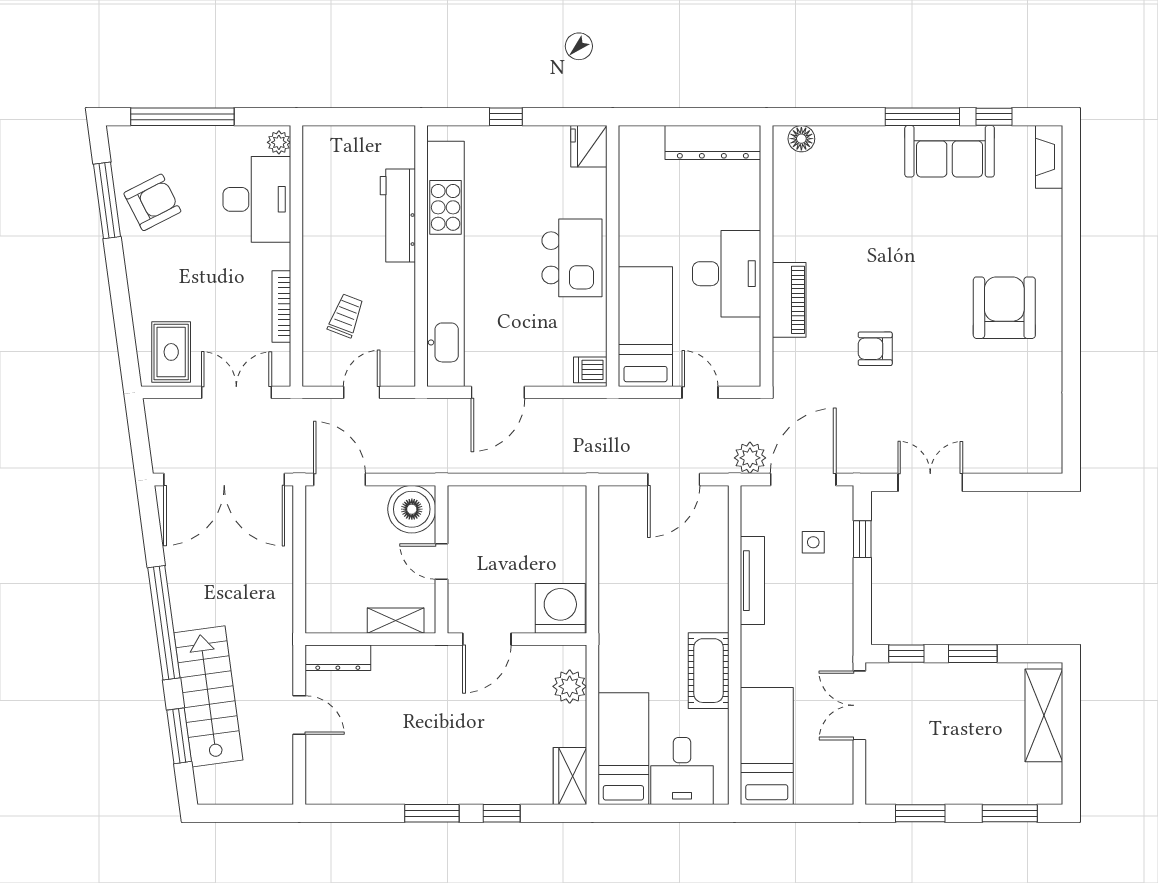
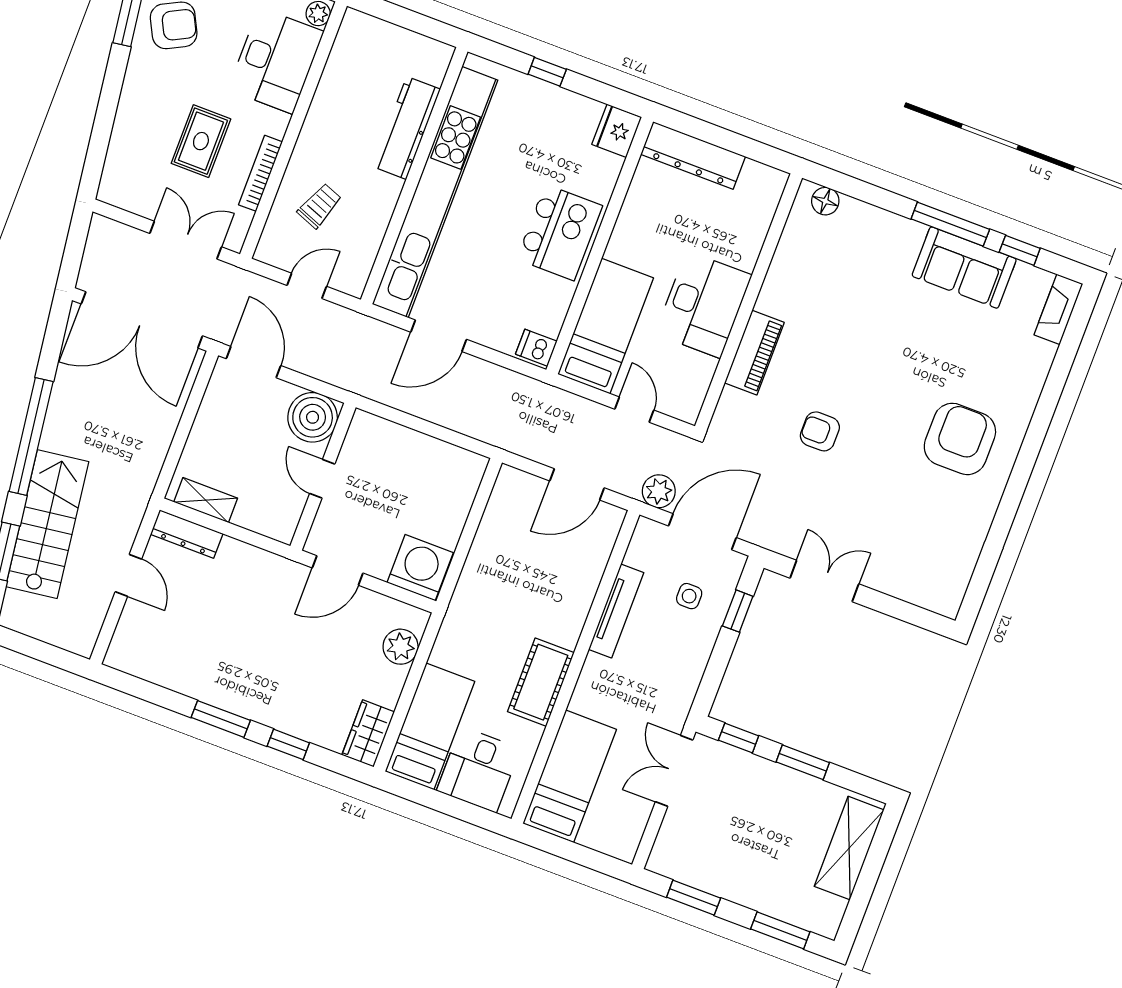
dresser: (713, 143) -> (693, 155), moved
rug: (171, 352) -> (201, 141), moved
shelving: (396, 621) -> (206, 500), moved

